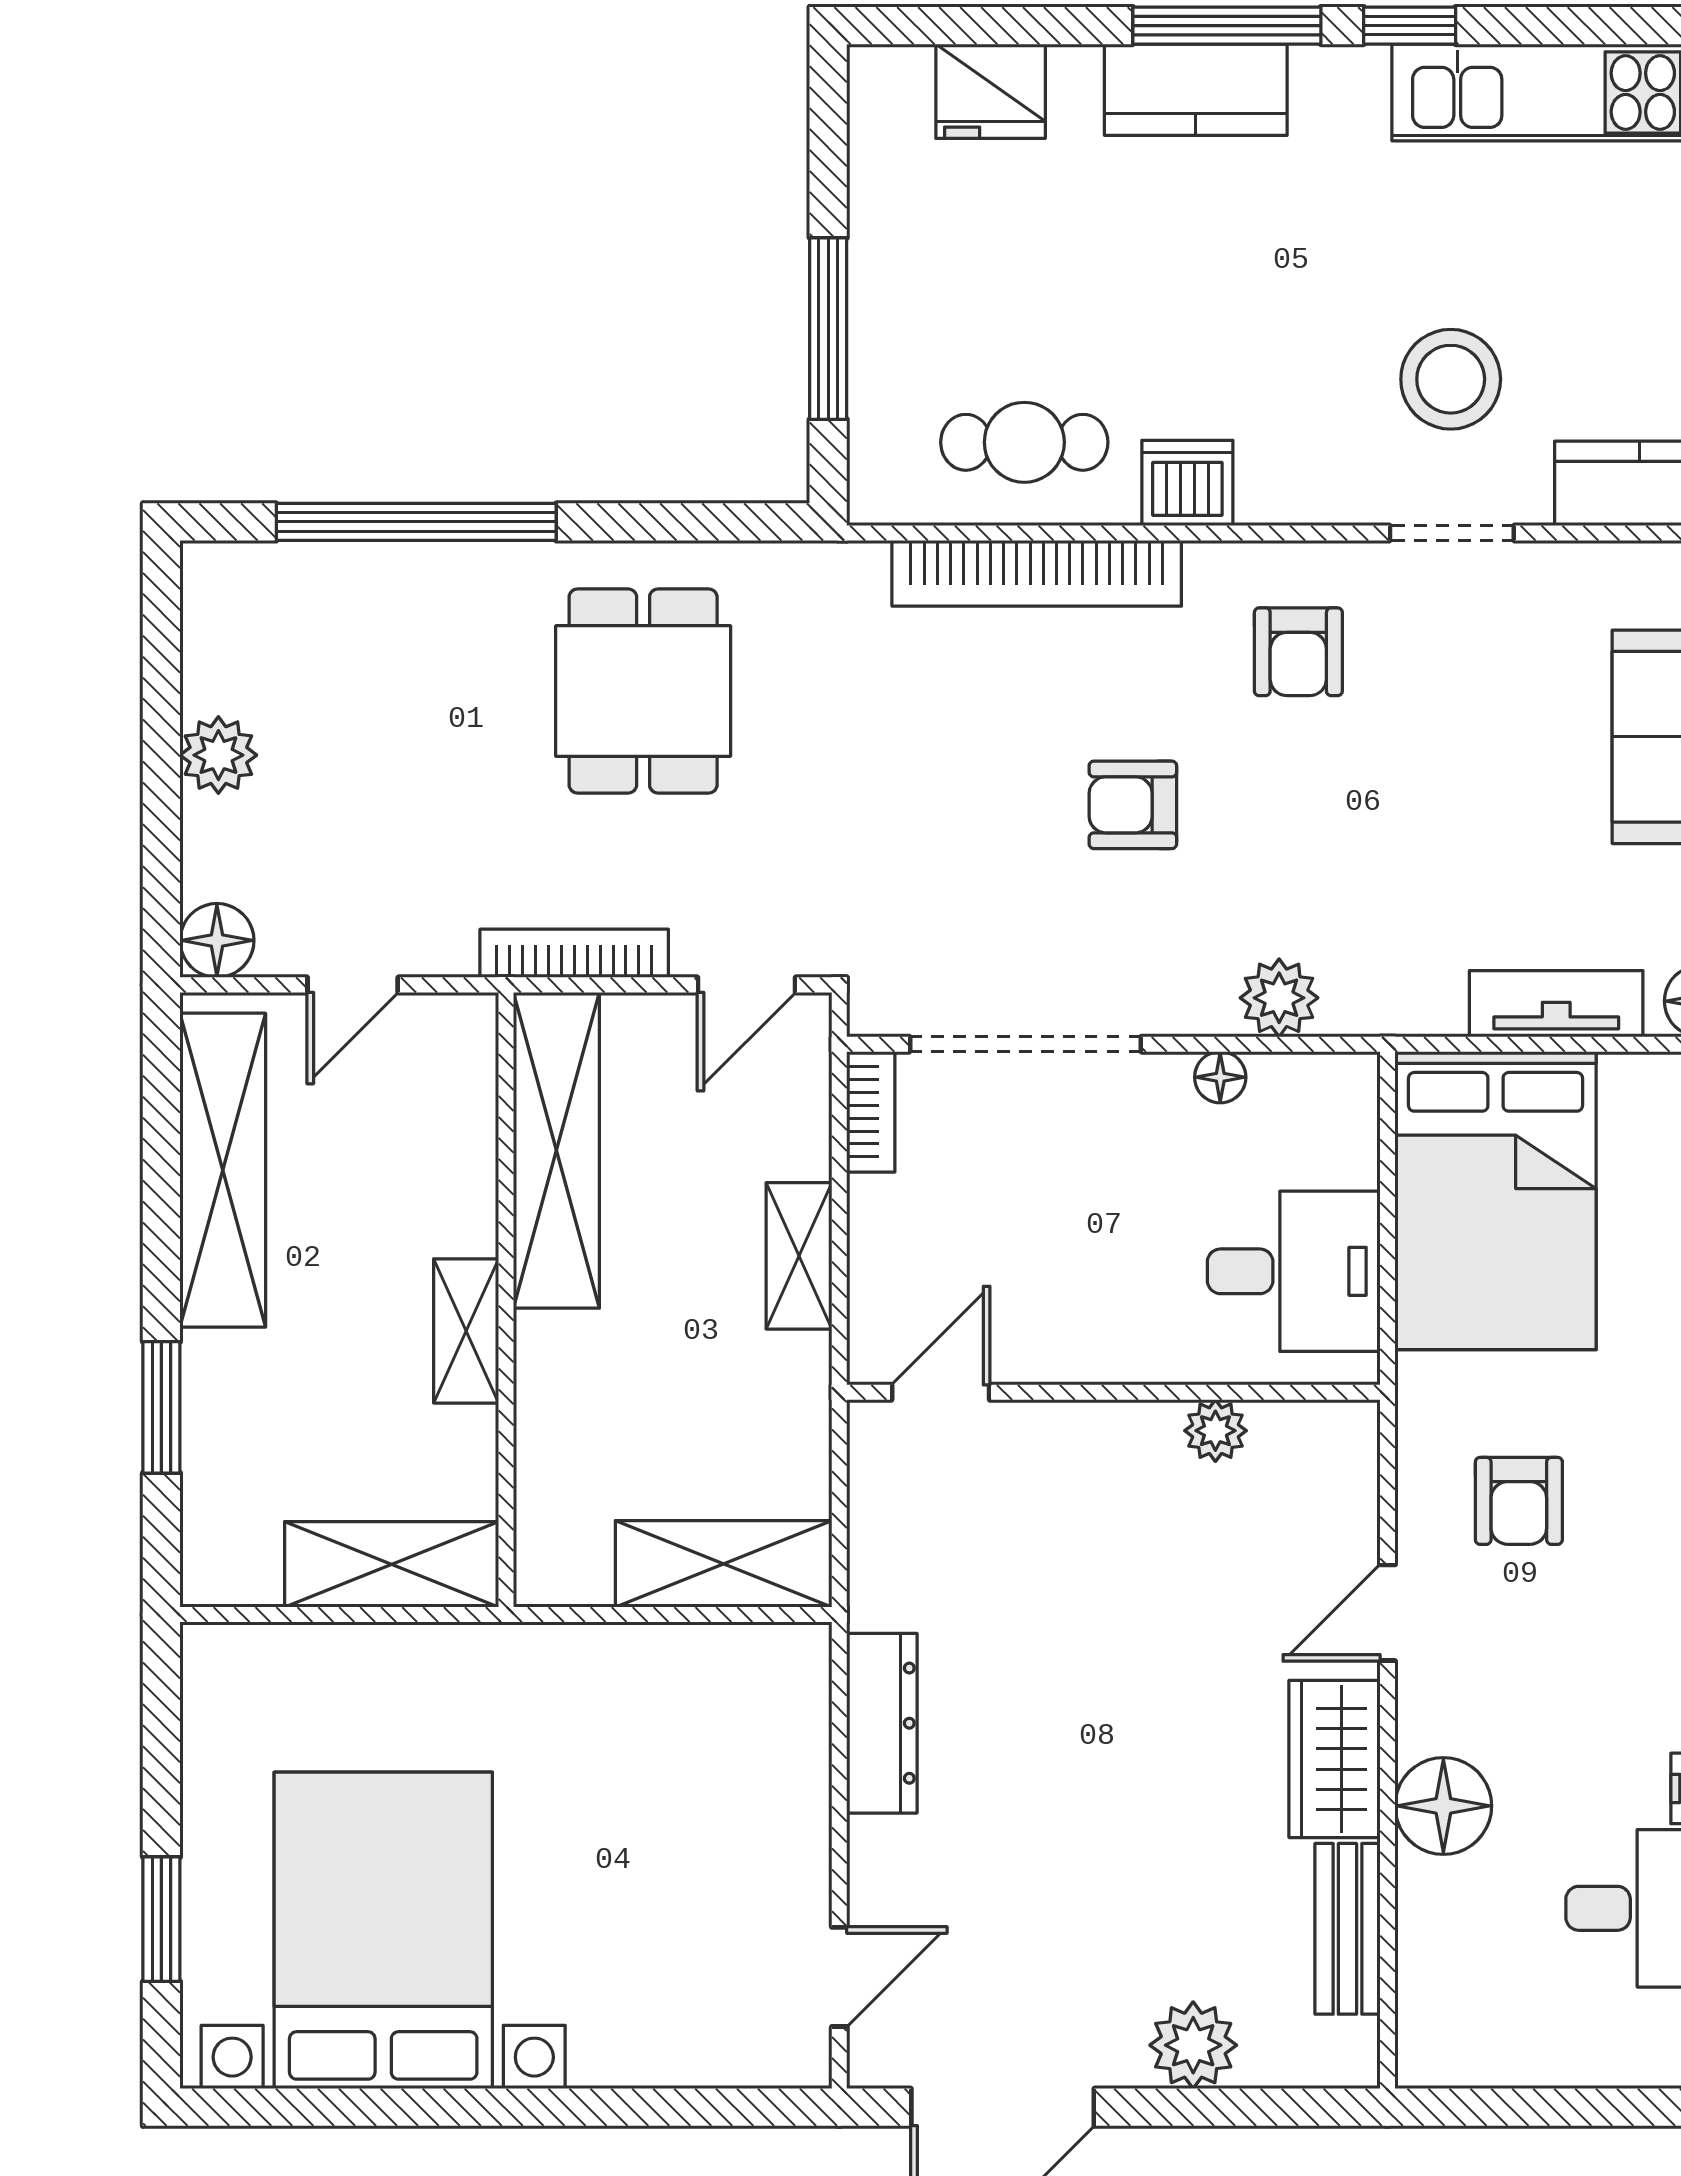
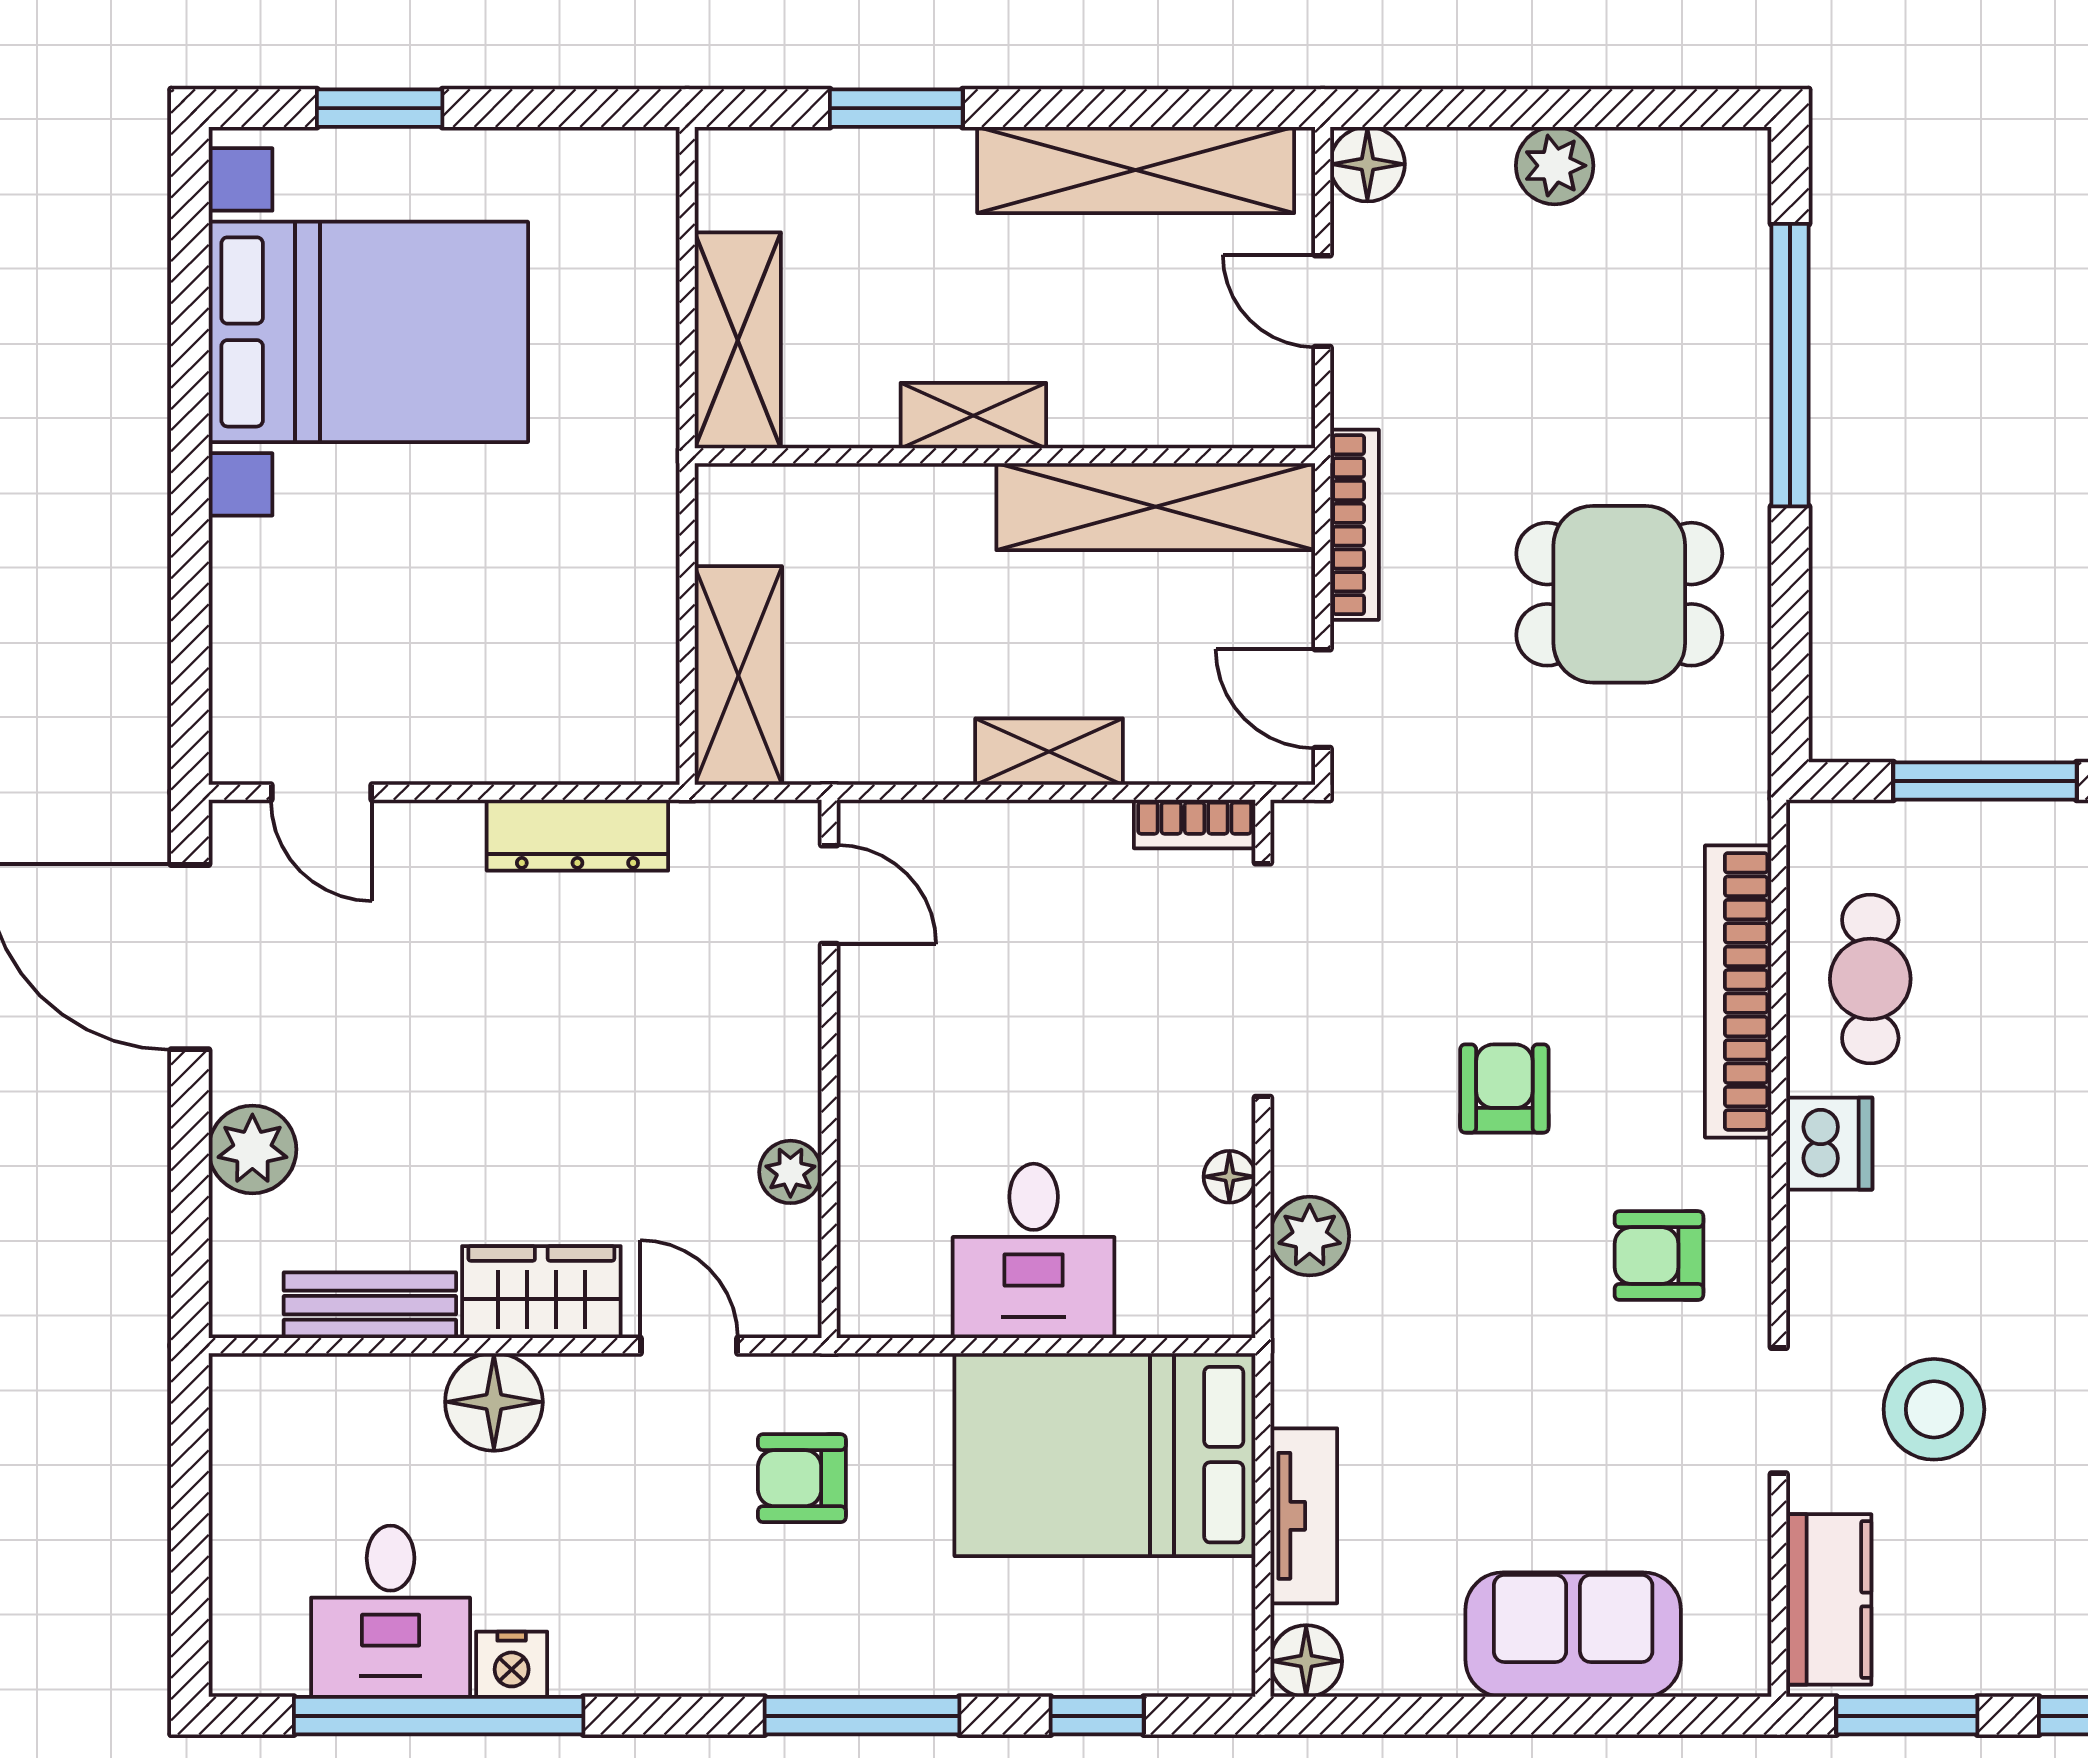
door: (941, 1392) -> (829, 895), moved
wall: (1113, 1392) -> (829, 1069), moved
plant: (1215, 1431) -> (790, 1172), moved

